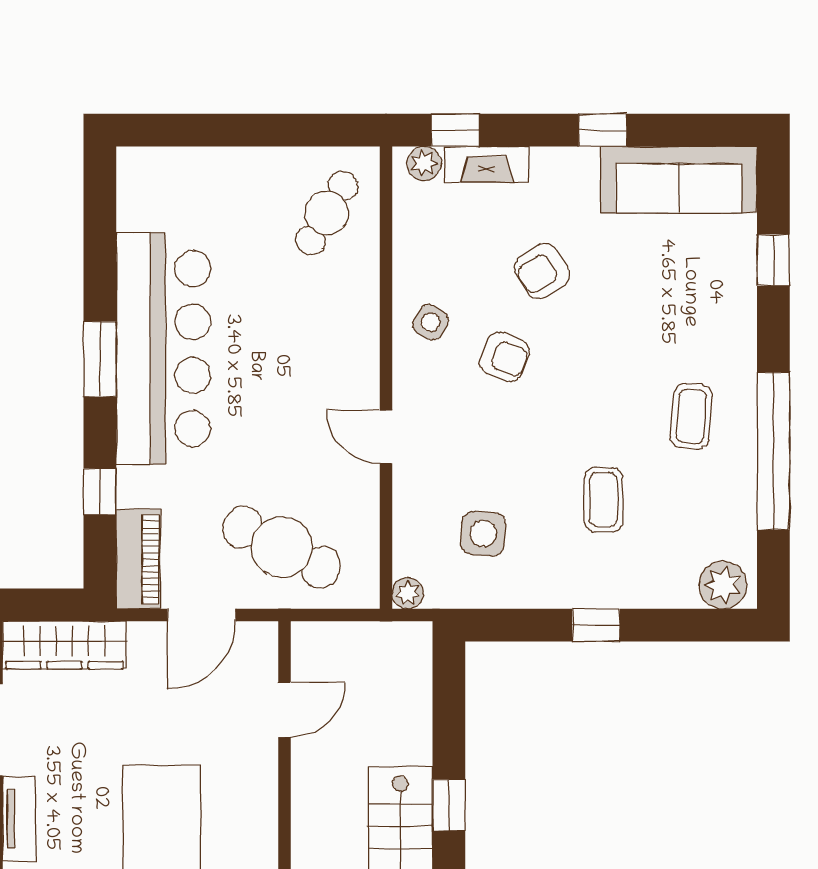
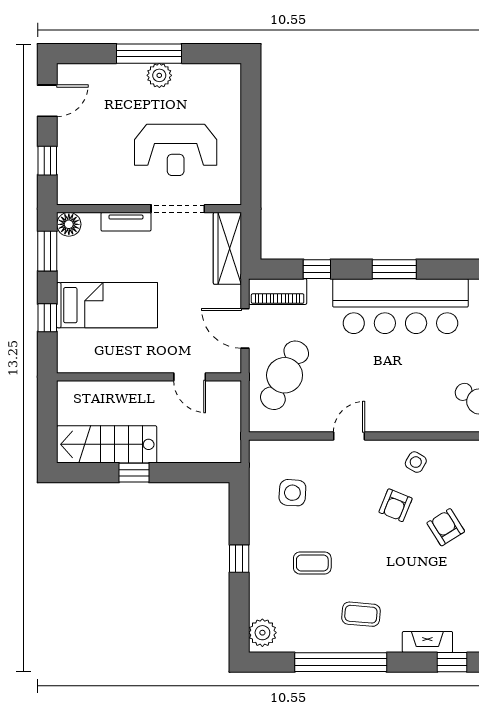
fireplace: (739, 302) -> (427, 642), added
plant: (408, 593) -> (258, 449), removed

